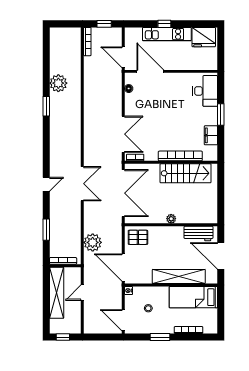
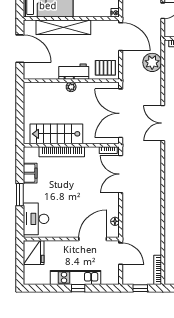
fridge: (204, 37) -> (34, 253), moved, turned 90
door: (150, 71) -> (93, 239), swing flipped
workbench: (199, 234) -> (74, 72), moved

